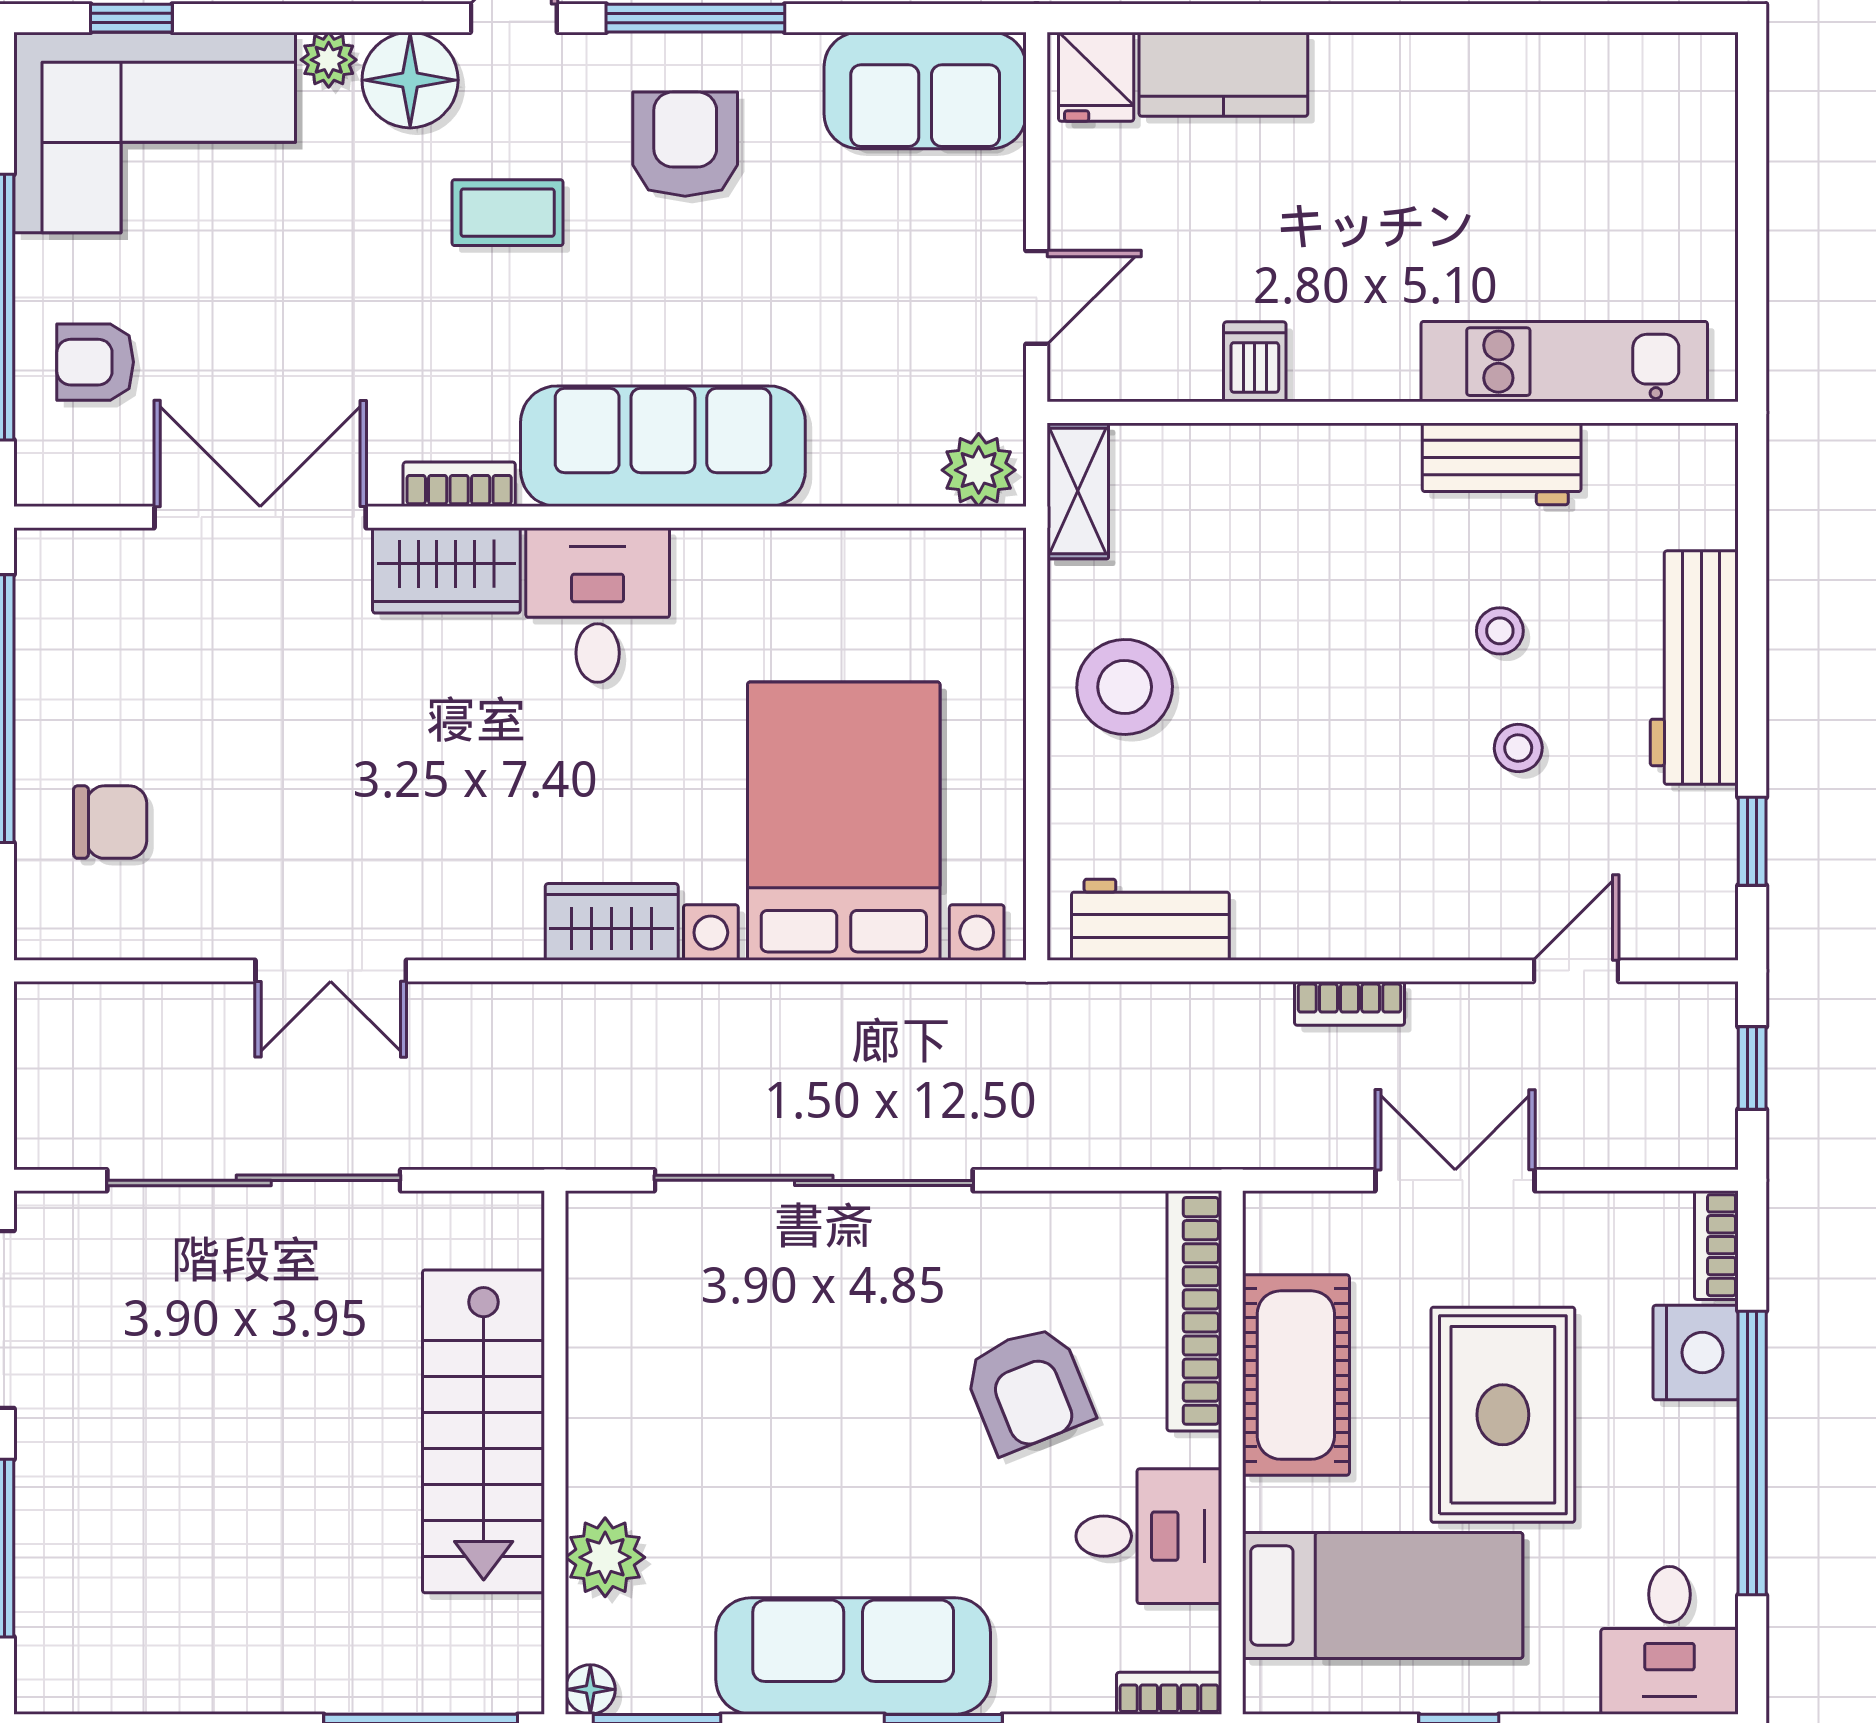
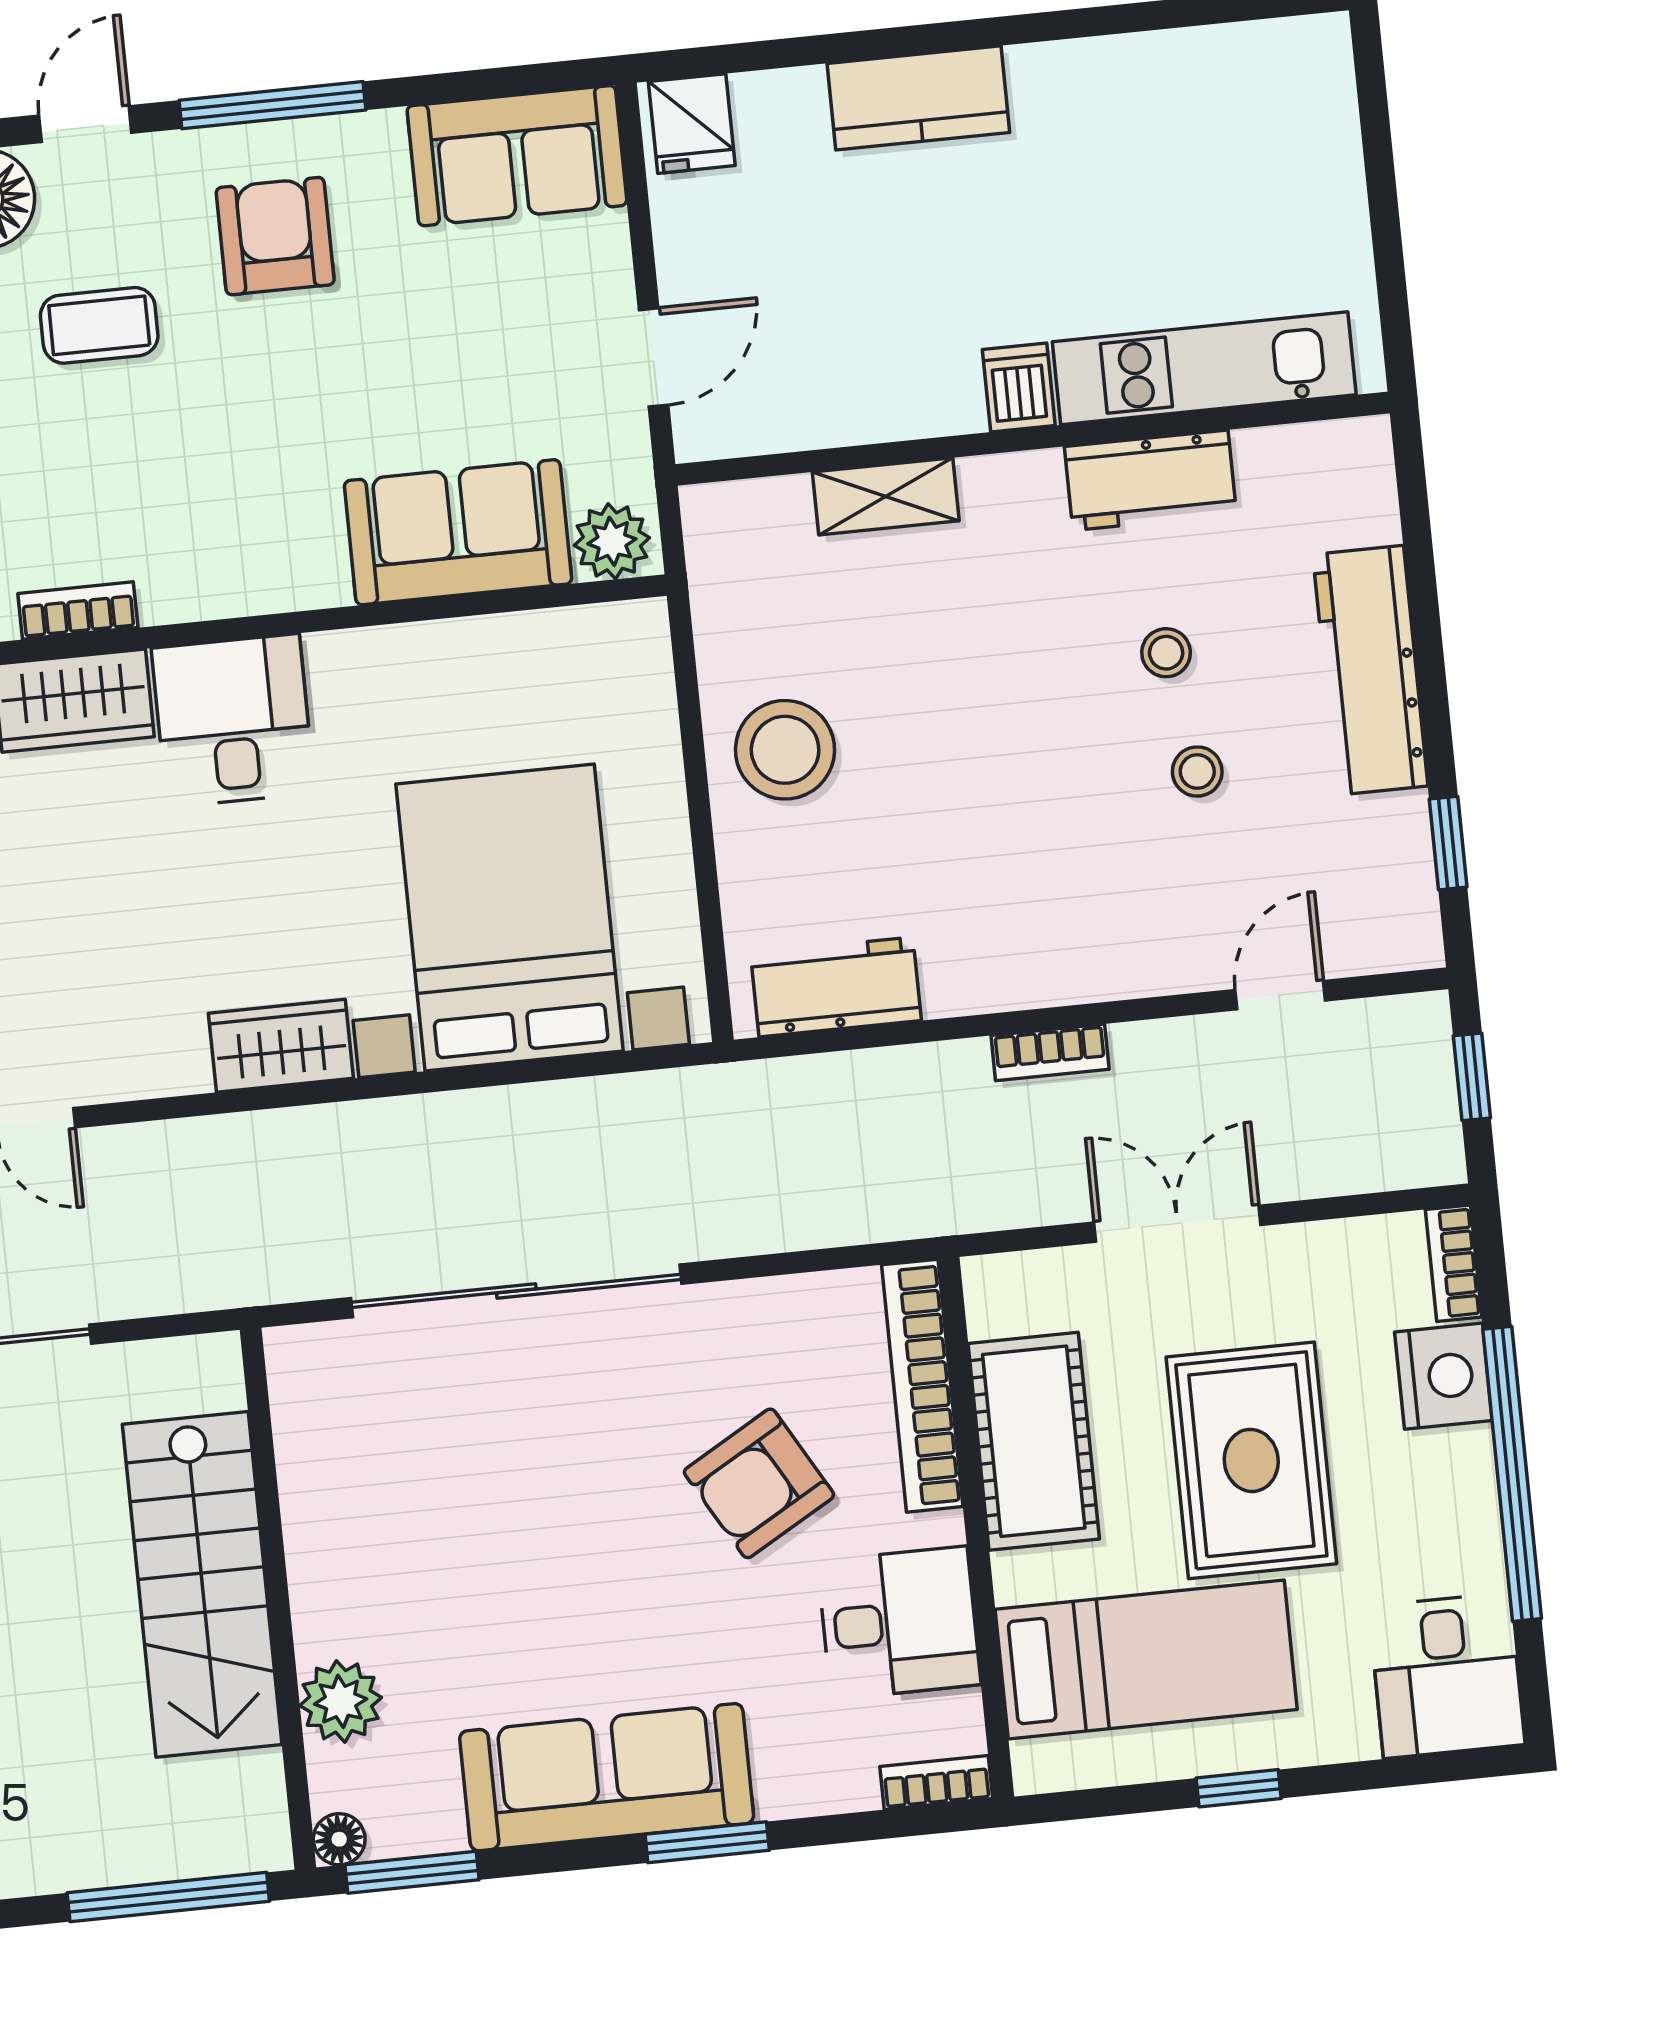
kitchen counter: (1223, 74) -> (918, 98), moved
dishwasher: (1255, 362) -> (1019, 387), moved
sofa: (663, 446) -> (458, 532), moved, width x0.73
shelving: (1078, 491) -> (886, 496), moved, turned 90
armchair: (1028, 1389) -> (759, 1483), turned 82

